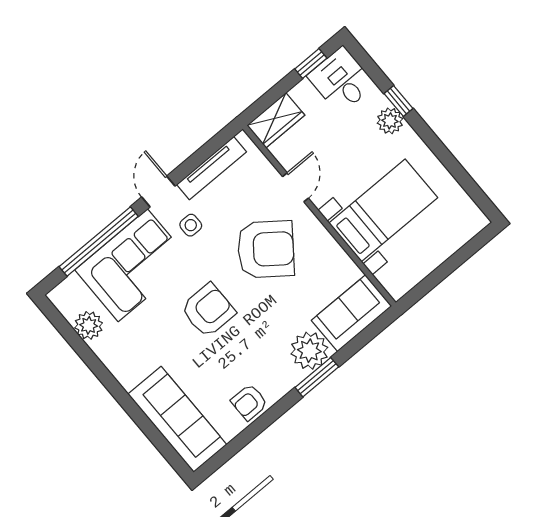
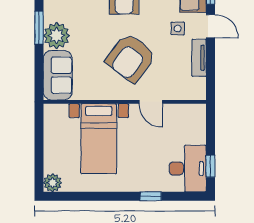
desk: (341, 80) -> (188, 169), width x1.37
wardrobe: (276, 120) -> (196, 122), removed
plant: (390, 121) -> (52, 183), moved
tv unit: (212, 168) -> (199, 58), width x0.71

